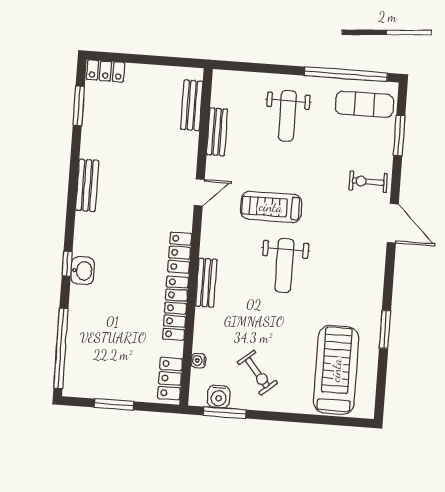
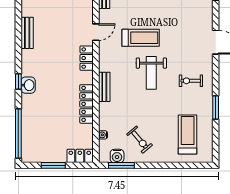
exercise bike: (368, 182) -> (191, 81), moved
treadmill: (271, 207) -> (141, 38), turned 180
locker: (180, 253) -> (87, 58), moved
treadmill: (336, 370) -> (188, 134), width x0.73, depth x0.73
locker: (170, 379) -> (80, 156), moved, turned 90

